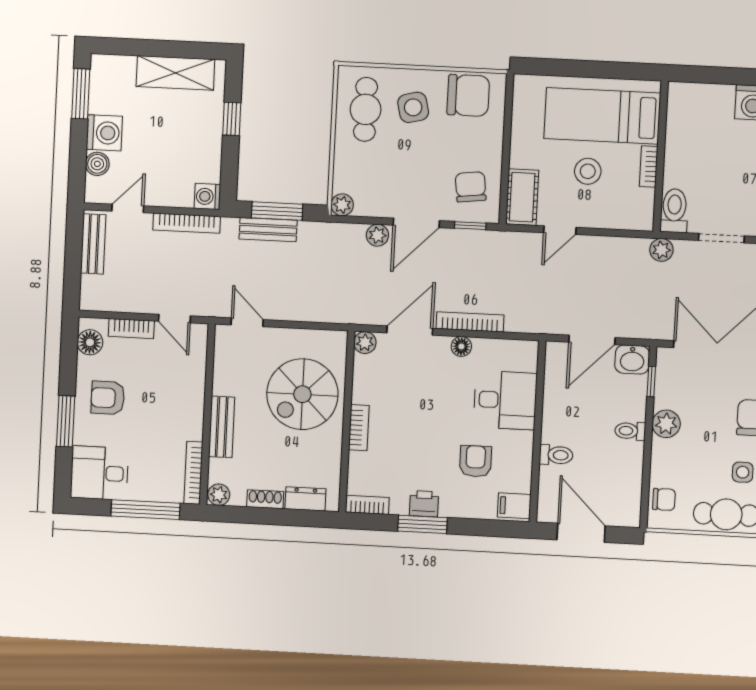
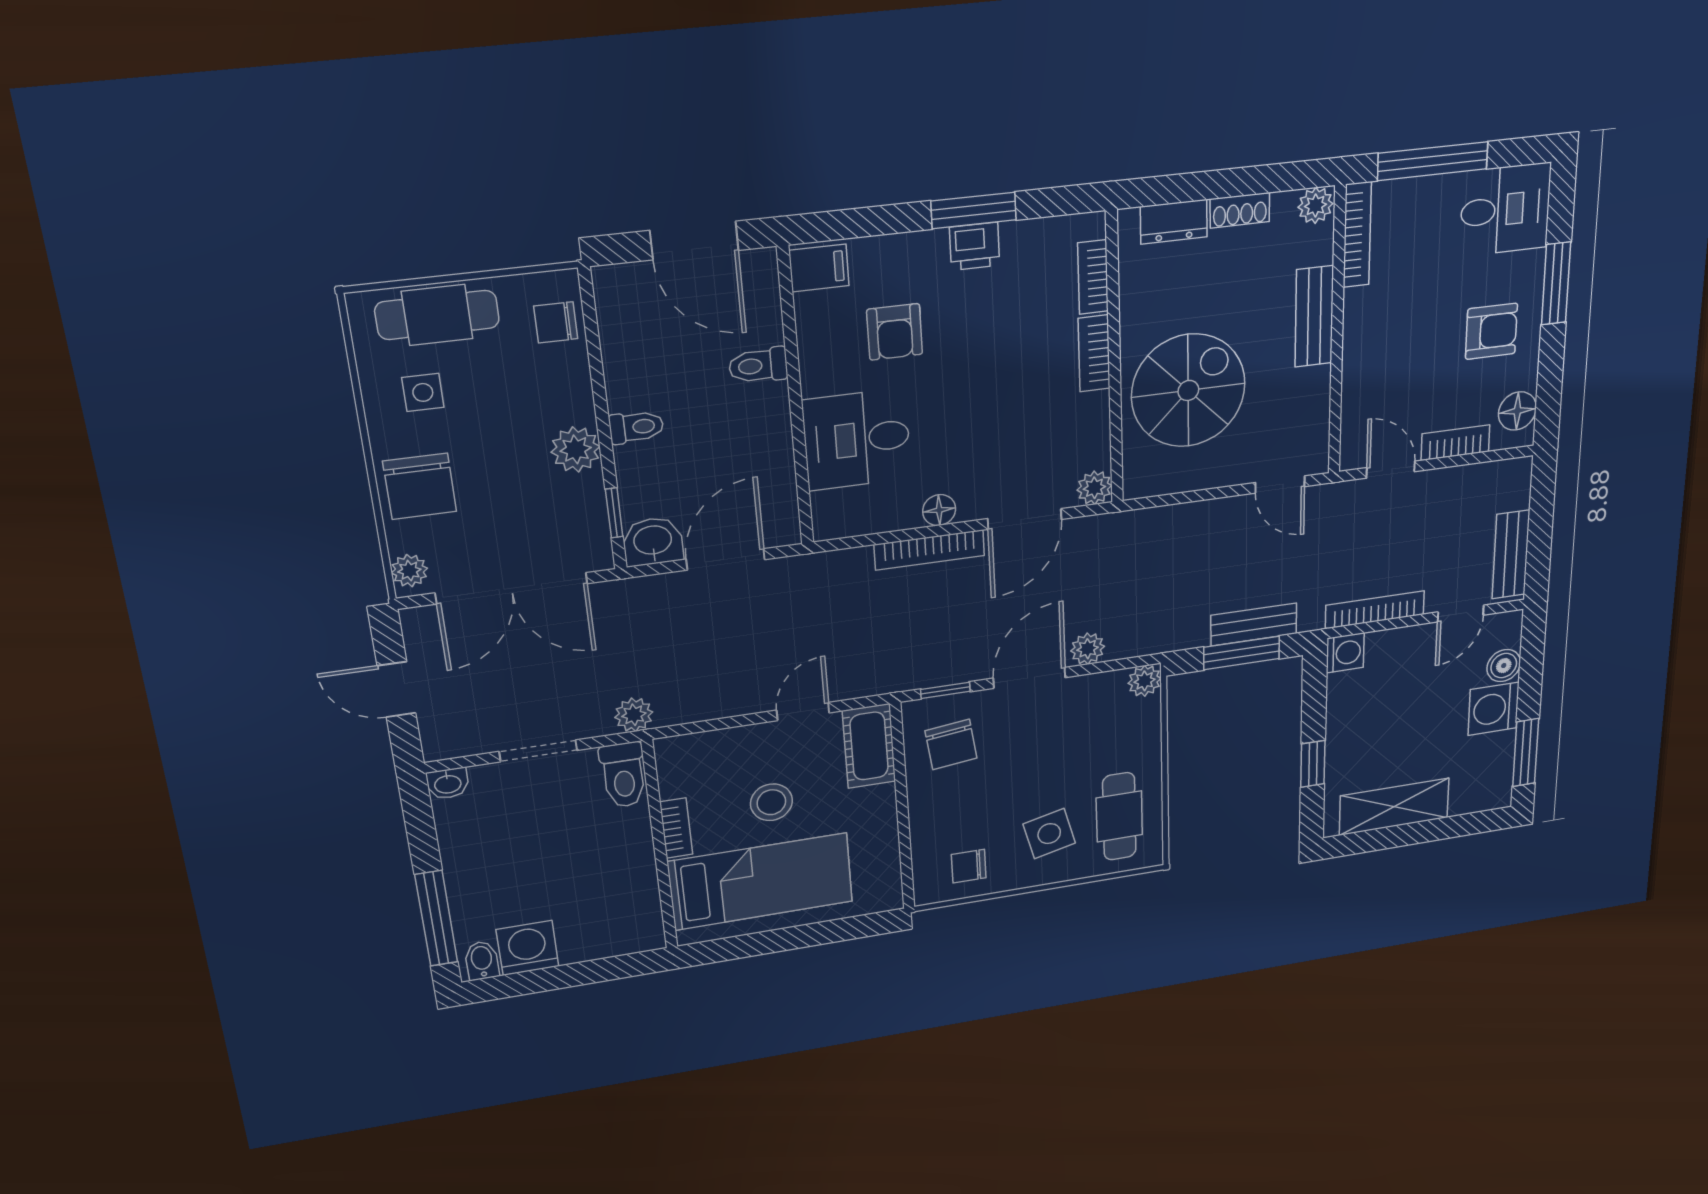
chair: (468, 95) -> (969, 866), width x0.54, depth x0.54
bookcase: (367, 505) -> (1093, 277), moved, turned 90

